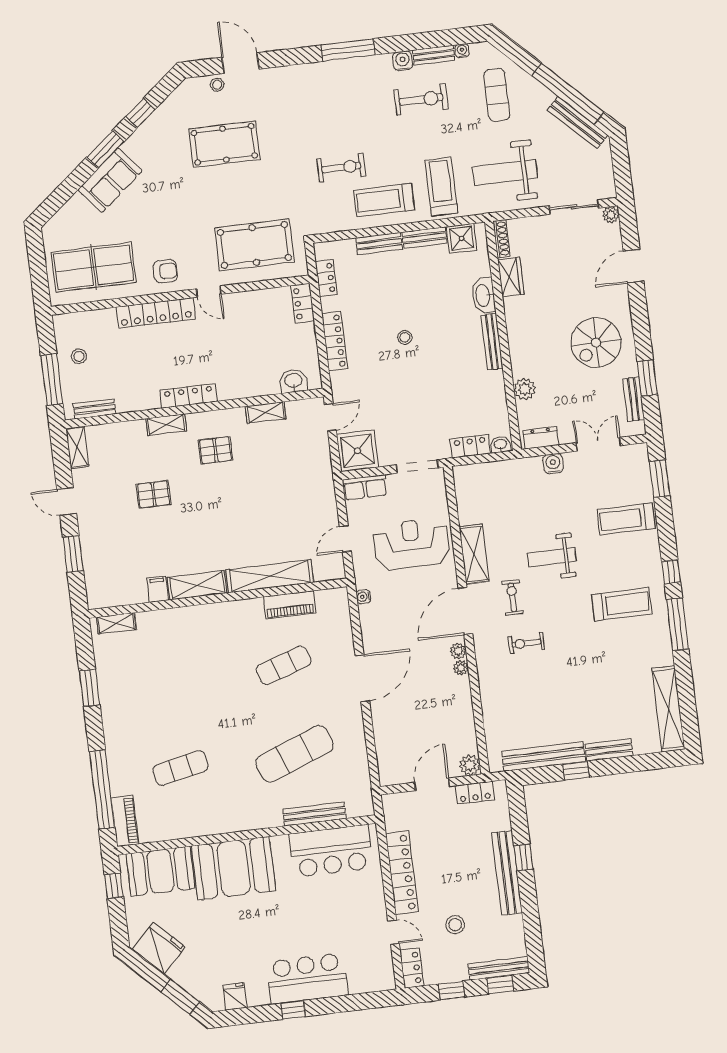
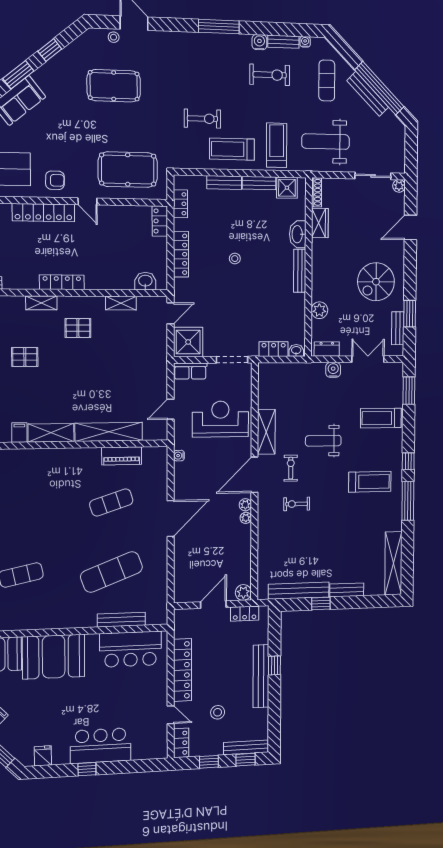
bench: (578, 122) -> (368, 94), moved

